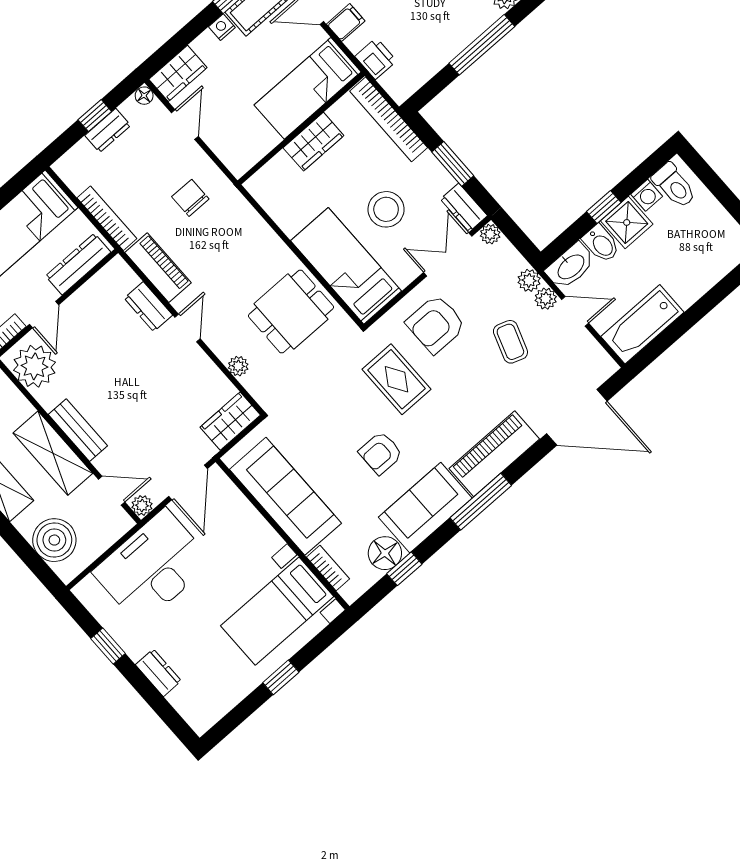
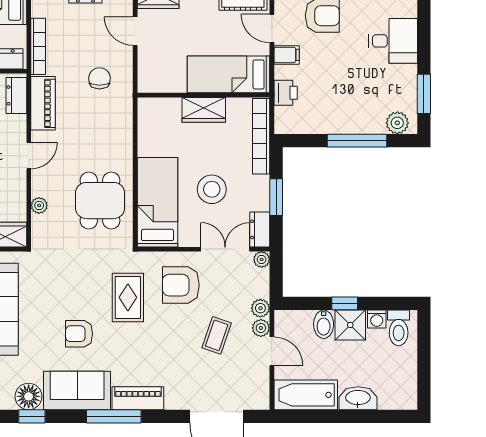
door: (185, 124) -> (135, 31), swing flipped
washbasin: (570, 266) -> (358, 398), moved, turned 180
dresser: (148, 307) -> (16, 95), moved
dining table: (291, 311) -> (100, 201), turned 90
piano: (494, 454) -> (138, 398), width x0.73, depth x0.75

